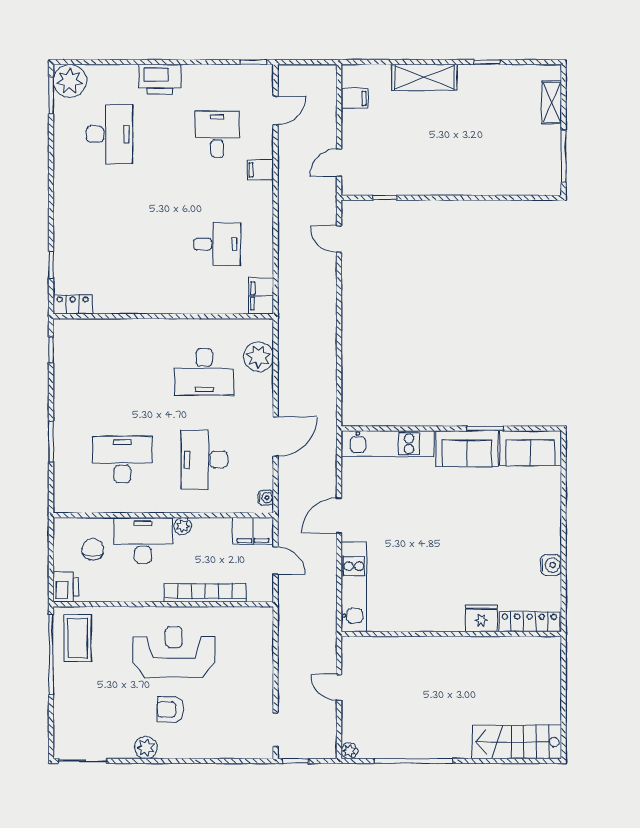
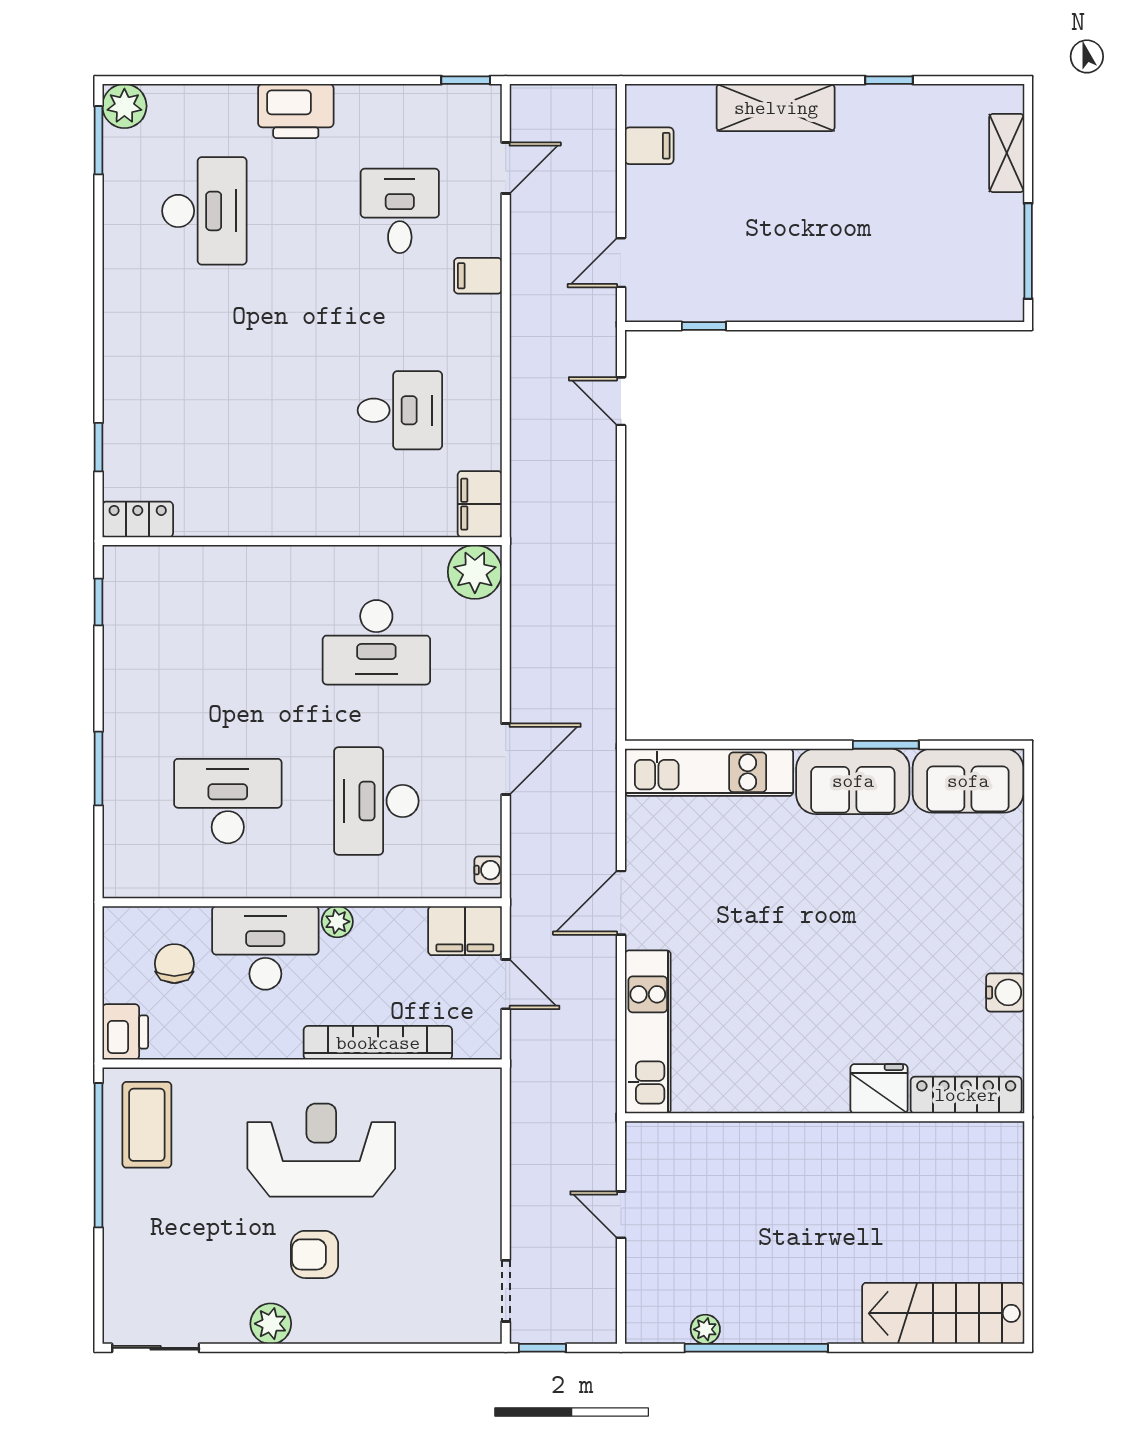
plant: (70, 81) -> (124, 106), width x0.73, depth x0.73
plant: (259, 357) -> (475, 572), moved
plant: (349, 751) -> (705, 1329), moved

